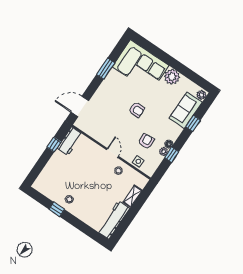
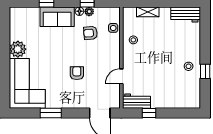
plant: (201, 95) -> (16, 12), removed
armchair: (137, 110) -> (77, 73), moved
sofa: (186, 110) -> (57, 17), moved
door: (112, 153) -> (121, 76), moved
workbench: (114, 220) -> (186, 15), width x0.73

